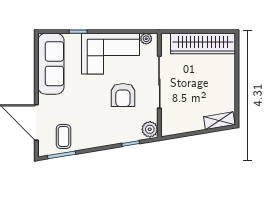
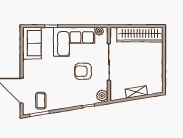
sofa: (51, 64) -> (32, 43), width x0.73
armchair: (123, 95) -> (83, 71), turned 90
shelving: (219, 121) -> (136, 92), moved

